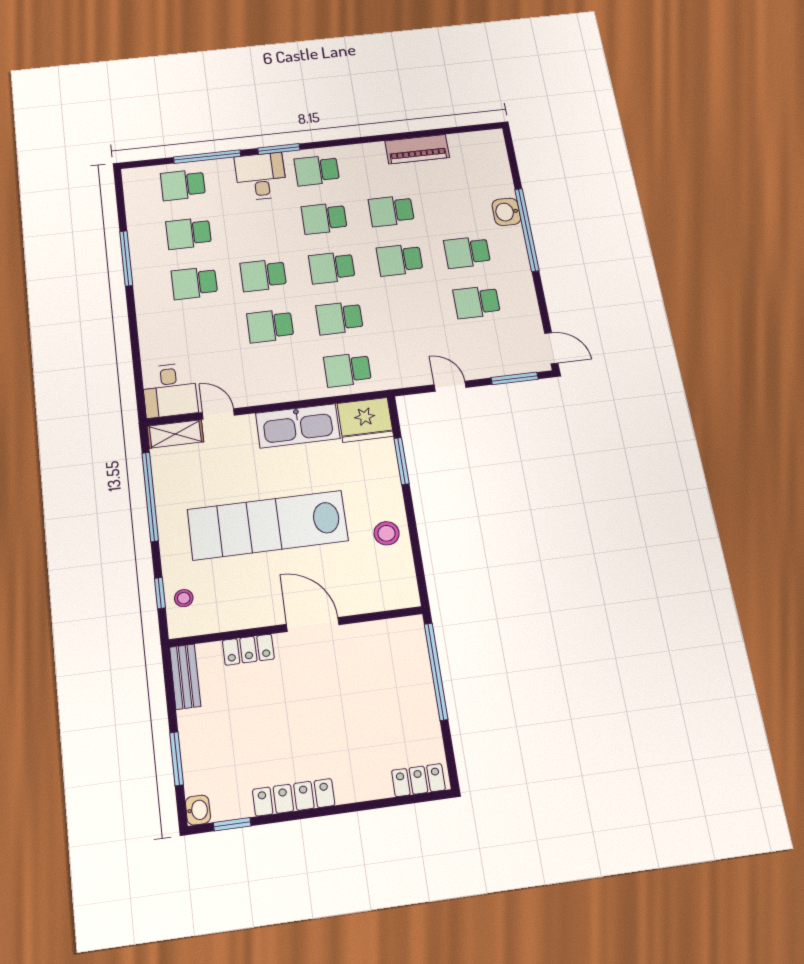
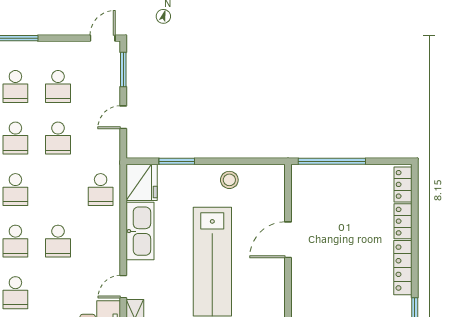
school desk: (339, 318) -> (58, 138), moved
locker: (248, 650) -> (403, 221), moved, turned 180

